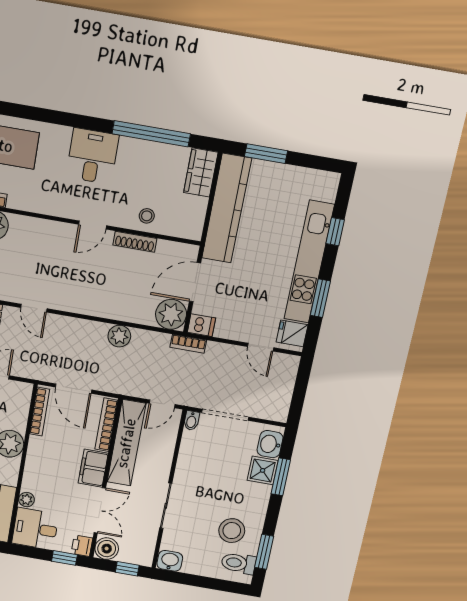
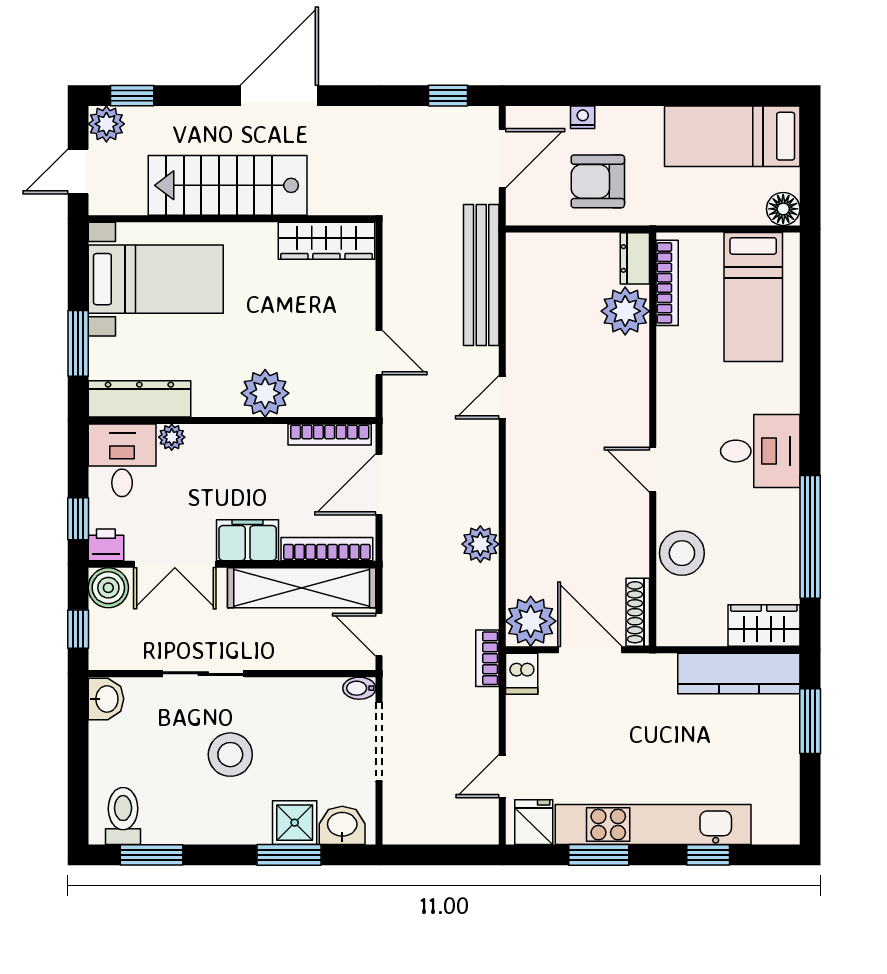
kitchen counter: (227, 208) -> (739, 673), width x0.72, depth x0.86
stool: (147, 216) -> (682, 553), width x1.89, depth x1.89
shoe rack: (135, 242) -> (638, 612), moved
stool: (232, 531) -> (230, 755), moved

